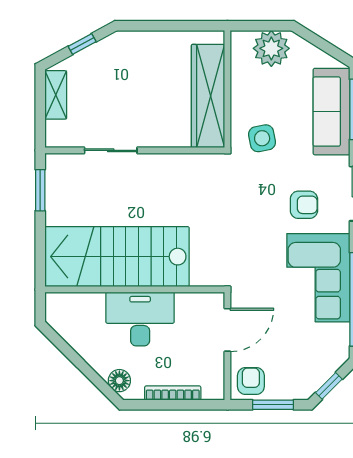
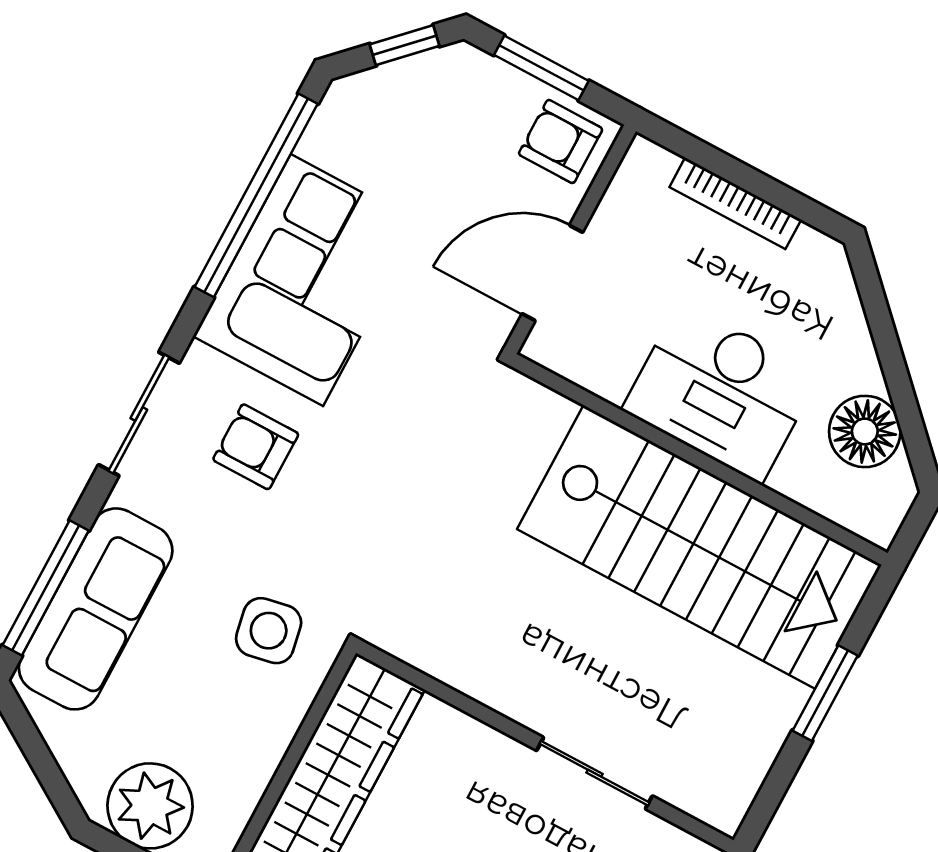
window: (40, 190) -> (825, 693), moved
floor lamp: (119, 381) -> (865, 431), moved, width x1.38, depth x1.38
armchair: (251, 381) -> (561, 141), turned 90

